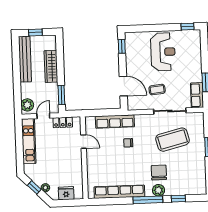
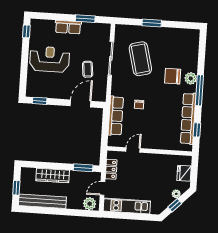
row of seats: (197, 95) -> (68, 27), moved
door: (43, 116) -> (102, 188), hinge flipped
window: (178, 199) -> (197, 130), moved

